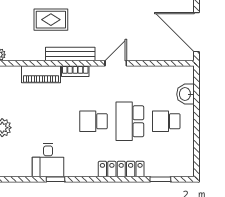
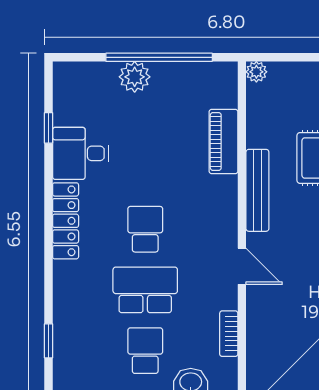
bookcase: (75, 71) -> (229, 334), moved
locker: (121, 169) -> (66, 221), moved
window: (56, 179) -> (49, 128), moved

